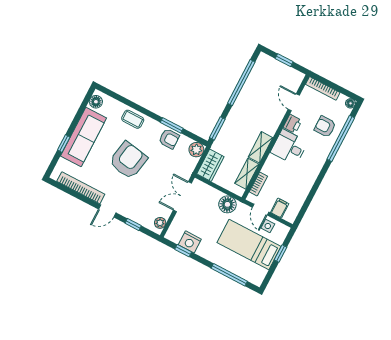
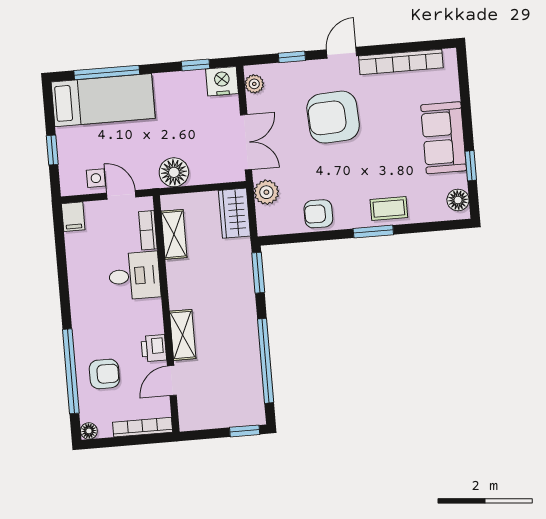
window: (284, 60) -> (245, 431), moved
door: (294, 102) -> (172, 381), swing flipped
window: (172, 125) -> (373, 232), moved
sofa: (83, 137) -> (444, 138), width x0.73
window: (64, 143) -> (471, 166), moved
shelving: (261, 147) -> (183, 335), moved
desk: (289, 147) -> (134, 276), moved
plant: (196, 150) -> (266, 192), moved
armchair: (128, 160) -> (333, 117), moved, turned 77
filing cabinet: (280, 208) -> (73, 217), moved
nightstand: (190, 242) -> (222, 81), moved
bed: (249, 244) -> (103, 100), moved

